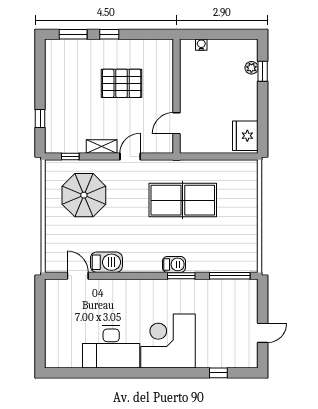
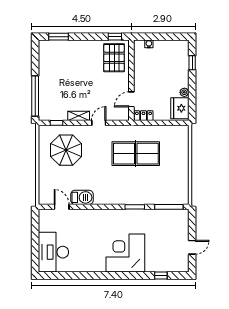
window: (109, 34) -> (115, 37), moved
plant: (251, 68) -> (184, 92), moved
pallet: (122, 83) -> (114, 58), moved, turned 90
window: (40, 119) -> (35, 96), width x3.17
locker: (194, 146) -> (144, 116), added
barbecue: (174, 264) -> (130, 199), removed
desk: (111, 347) -> (53, 252), moved, turned 90

